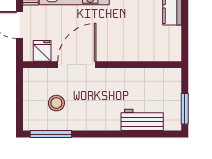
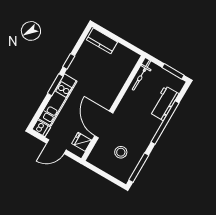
bicycle: (159, 75) -> (141, 75), added
window: (120, 134) -> (165, 123), added

